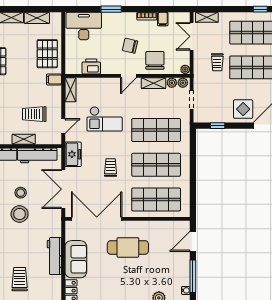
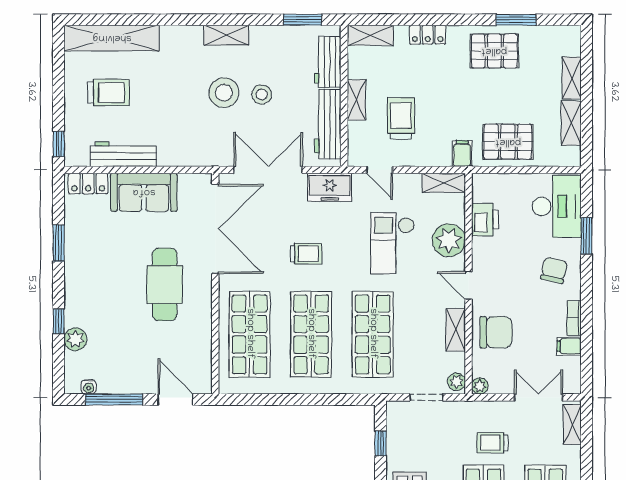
window: (111, 9) -> (587, 236), moved
chair: (130, 46) -> (554, 270), moved
plant: (172, 83) -> (449, 240), moved, width x1.88, depth x1.88
workbench: (54, 256) -> (123, 154), moved

